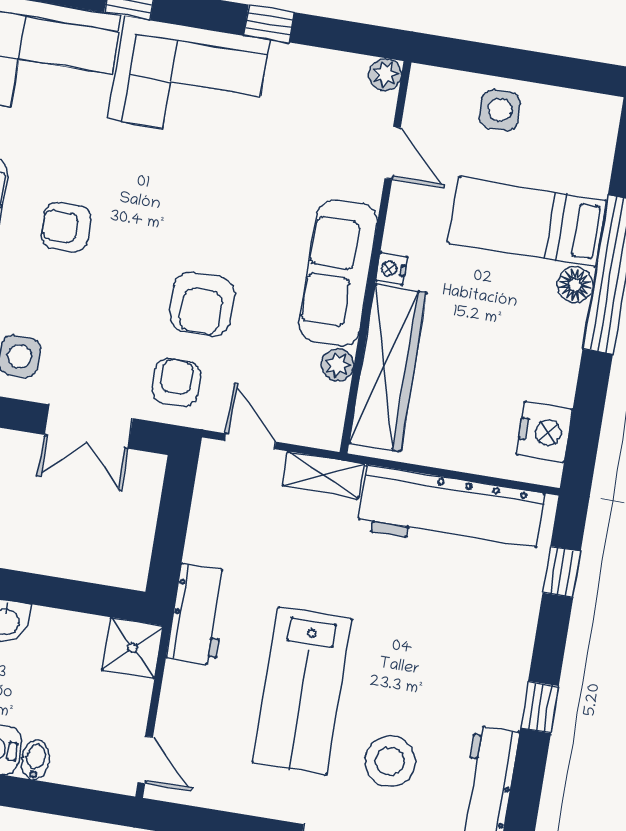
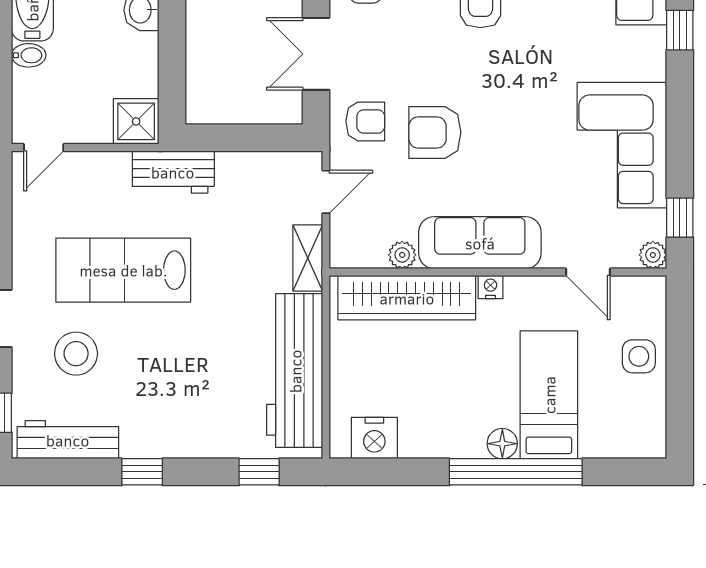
window: (269, 24) -> (680, 218), moved
corner sofa: (188, 79) -> (622, 145), moved
door: (393, 153) -> (588, 272), hinge flipped

